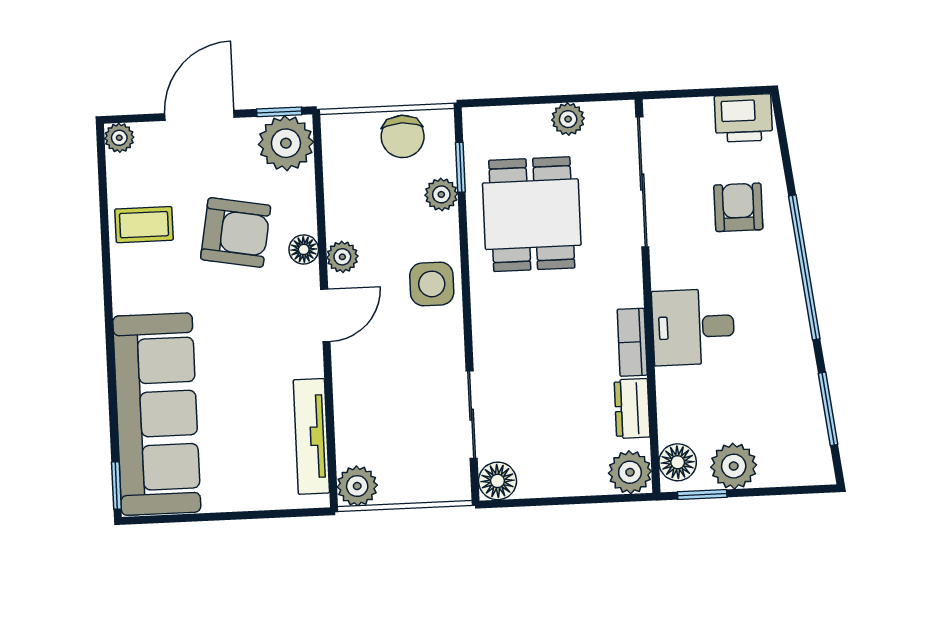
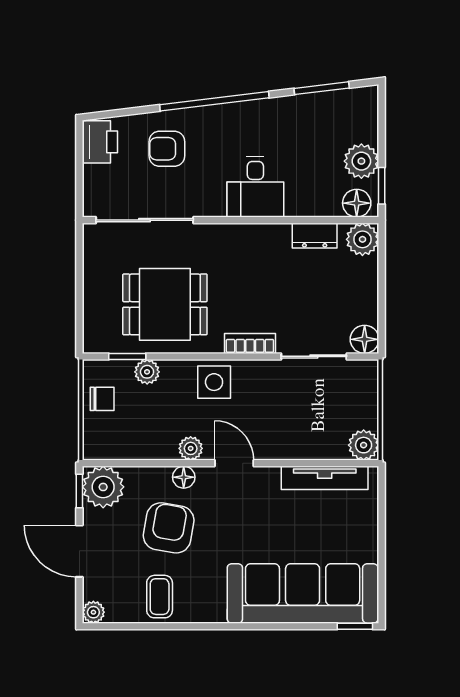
plant: (568, 119) -> (95, 274), removed
chair: (403, 136) -> (102, 399), width x0.73, depth x0.73
bookcase: (632, 342) -> (250, 343), moved, turned 180

